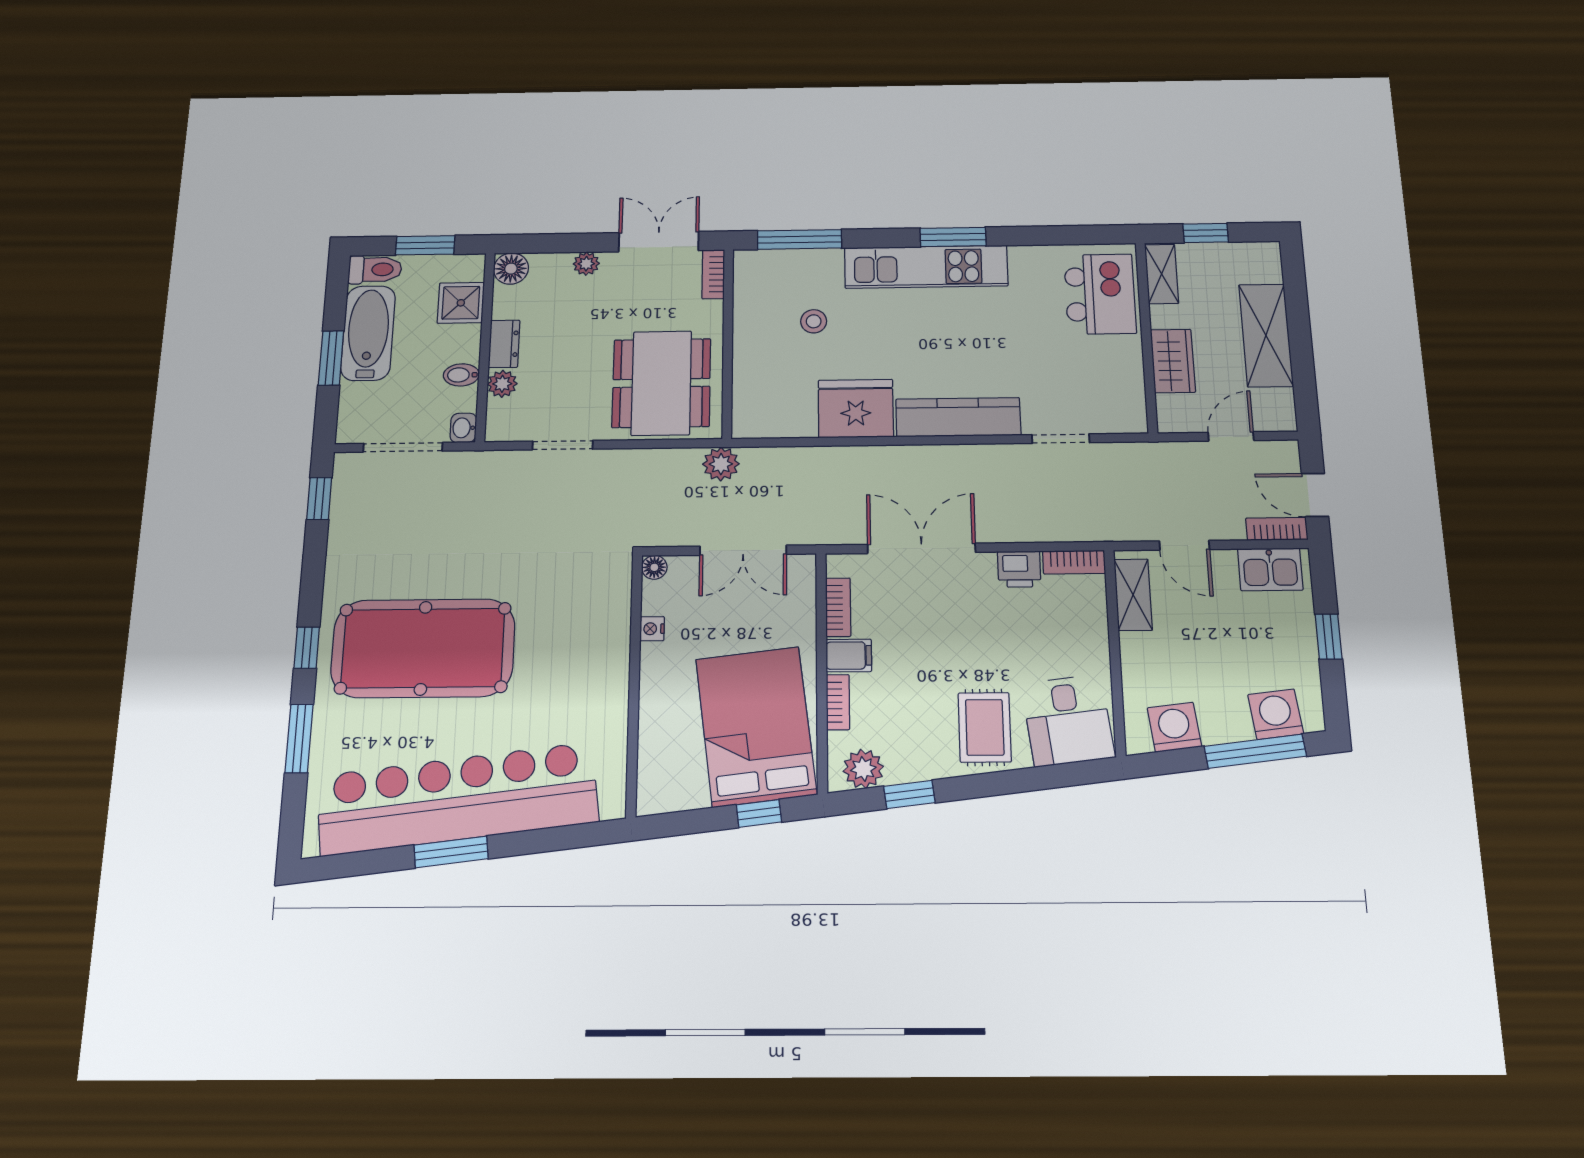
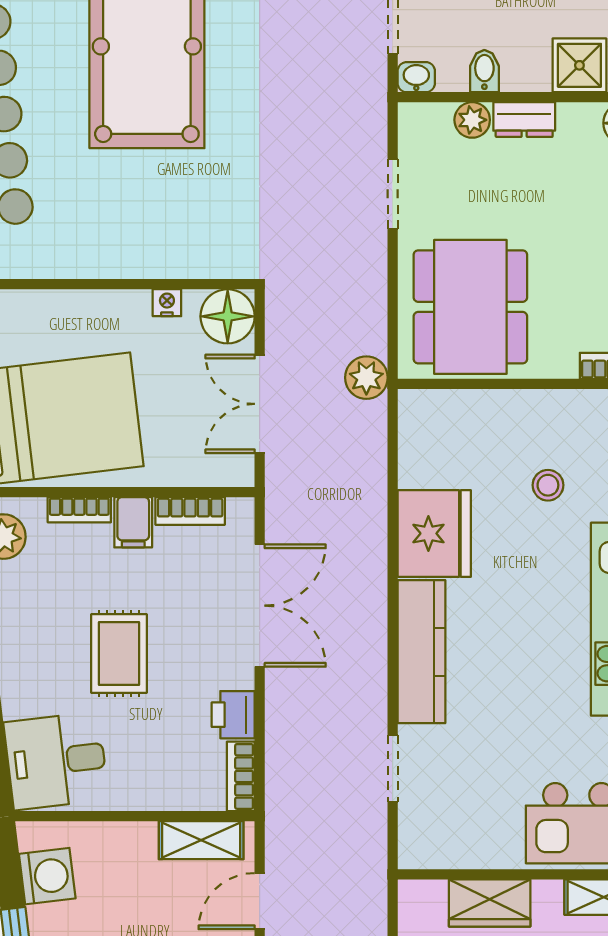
dining table: (661, 383) -> (470, 307), turned 90
floor lamp: (654, 567) -> (228, 316), width x1.89, depth x1.89
rug: (985, 727) -> (119, 653), moved, turned 90

